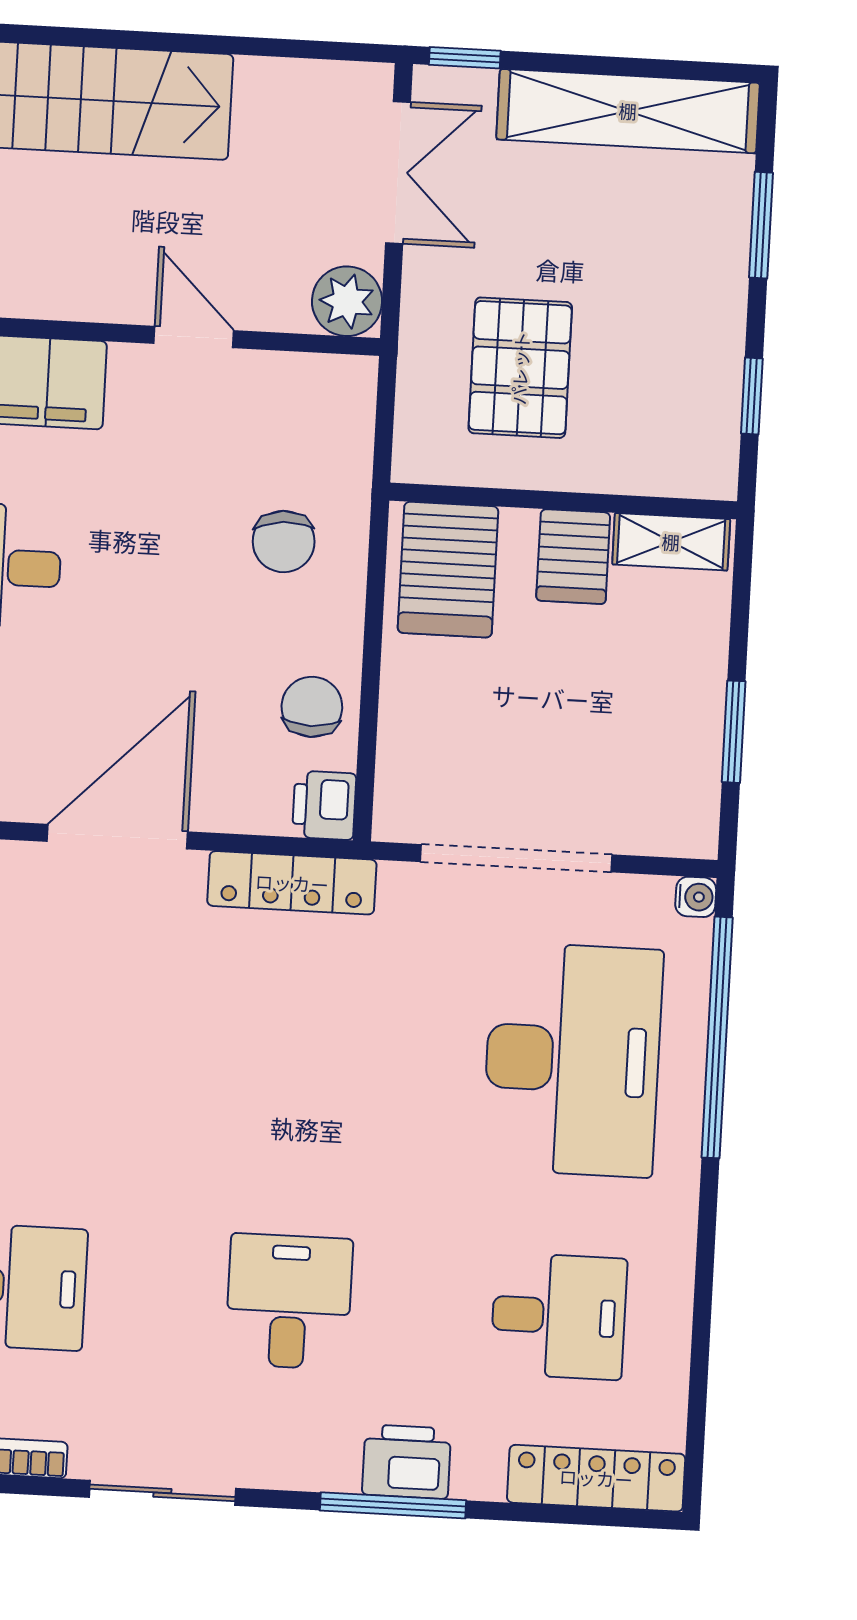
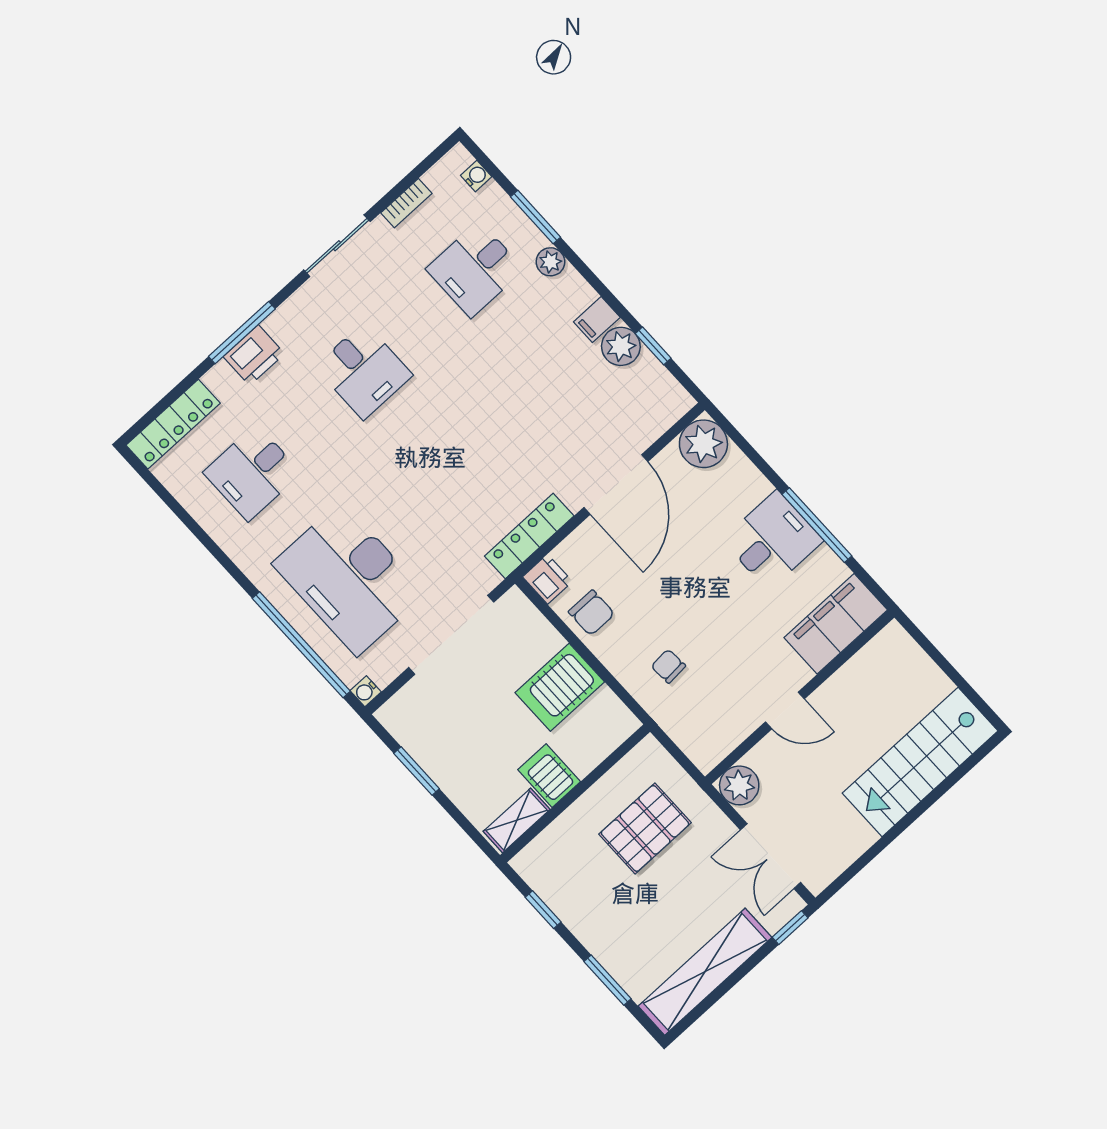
pallet: (520, 368) -> (645, 828), turned 90
chair: (284, 542) -> (668, 666), width x0.73, depth x0.73
server rack: (448, 570) -> (560, 687), moved, turned -90

